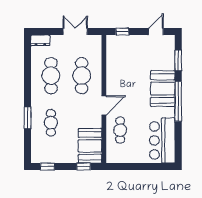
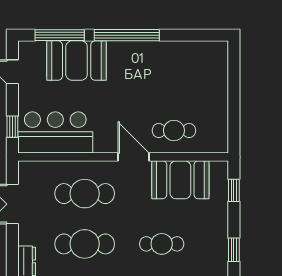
window: (178, 60) -> (60, 35), width x1.44
booth: (163, 89) -> (77, 61), moved
bar counter: (162, 140) -> (55, 132), moved, turned 180
booth: (90, 146) -> (180, 180), moved

